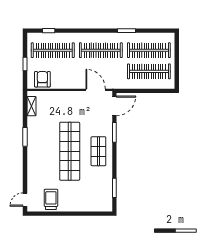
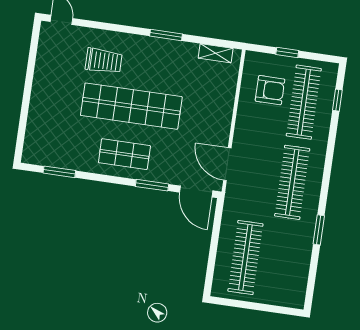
clothes rail: (149, 50) -> (281, 263), removed
armchair: (42, 79) -> (270, 90), moved
door: (96, 90) -> (227, 164), swing flipped
trolley: (51, 199) -> (104, 61), moved

